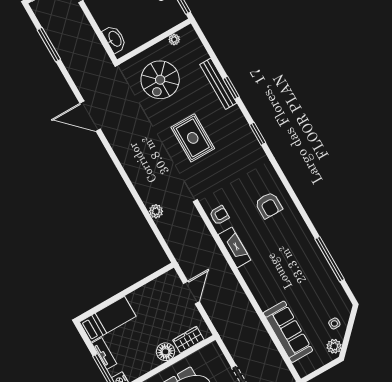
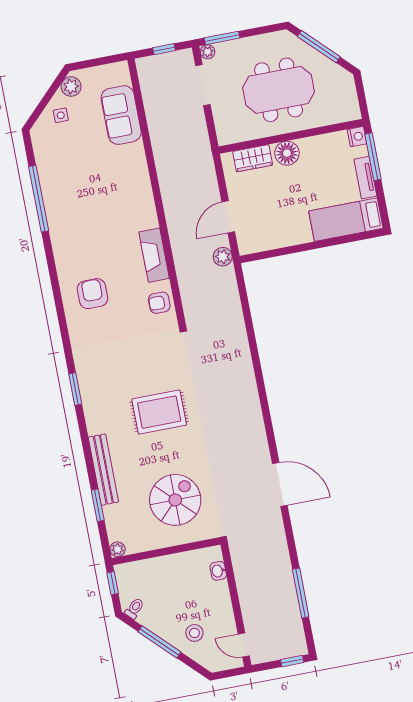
washbasin: (115, 39) -> (218, 571), width x0.52, depth x0.69
plant: (174, 39) -> (118, 549), moved
window: (231, 88) -> (98, 505), moved
rug: (193, 138) -> (159, 412), turned 90
plant: (156, 211) -> (223, 257), moved
sofa: (288, 332) -> (121, 115), width x0.73

